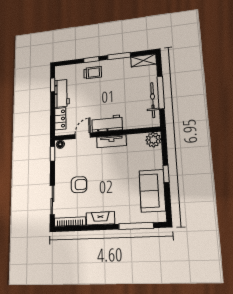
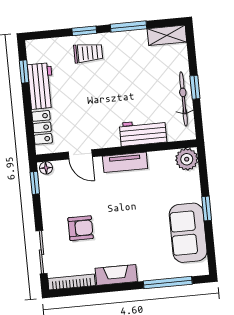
window: (161, 92) -> (195, 87), width x0.46
workbench: (107, 124) -> (143, 133), moved
door: (83, 136) -> (80, 154), swing flipped

